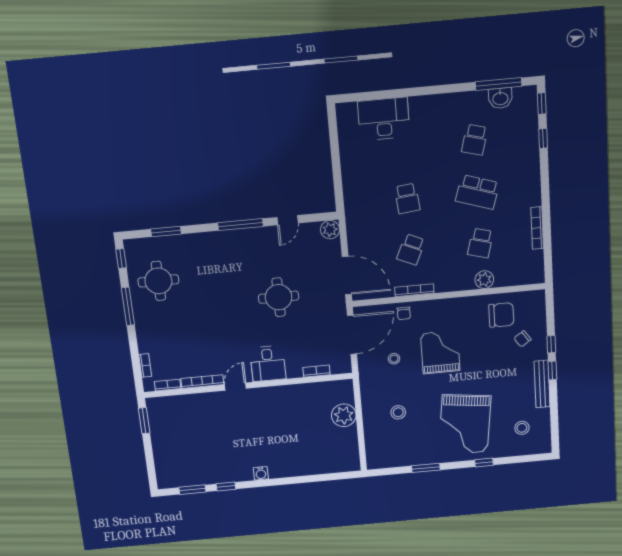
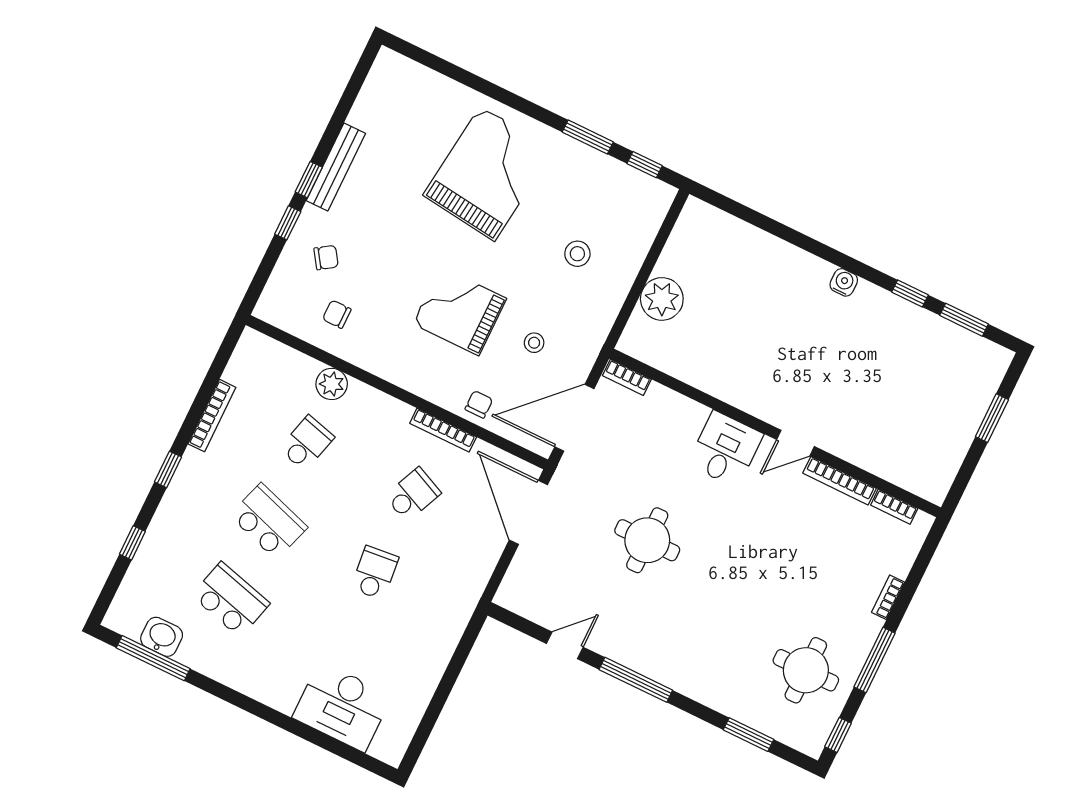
window: (542, 103) -> (168, 469), moved
school desk: (475, 140) -> (231, 600), width x1.85
plant: (330, 230) -> (512, 595), removed
chair: (501, 315) -> (337, 314), width x0.54, depth x0.54
grand piano: (440, 352) -> (460, 311), turned 90
bookcase: (145, 365) -> (888, 597), moved
bookcase: (316, 371) -> (627, 377), moved
window: (144, 421) -> (992, 418), moved
stool: (522, 428) -> (405, 114), removed
window: (484, 462) -> (645, 165), moved

